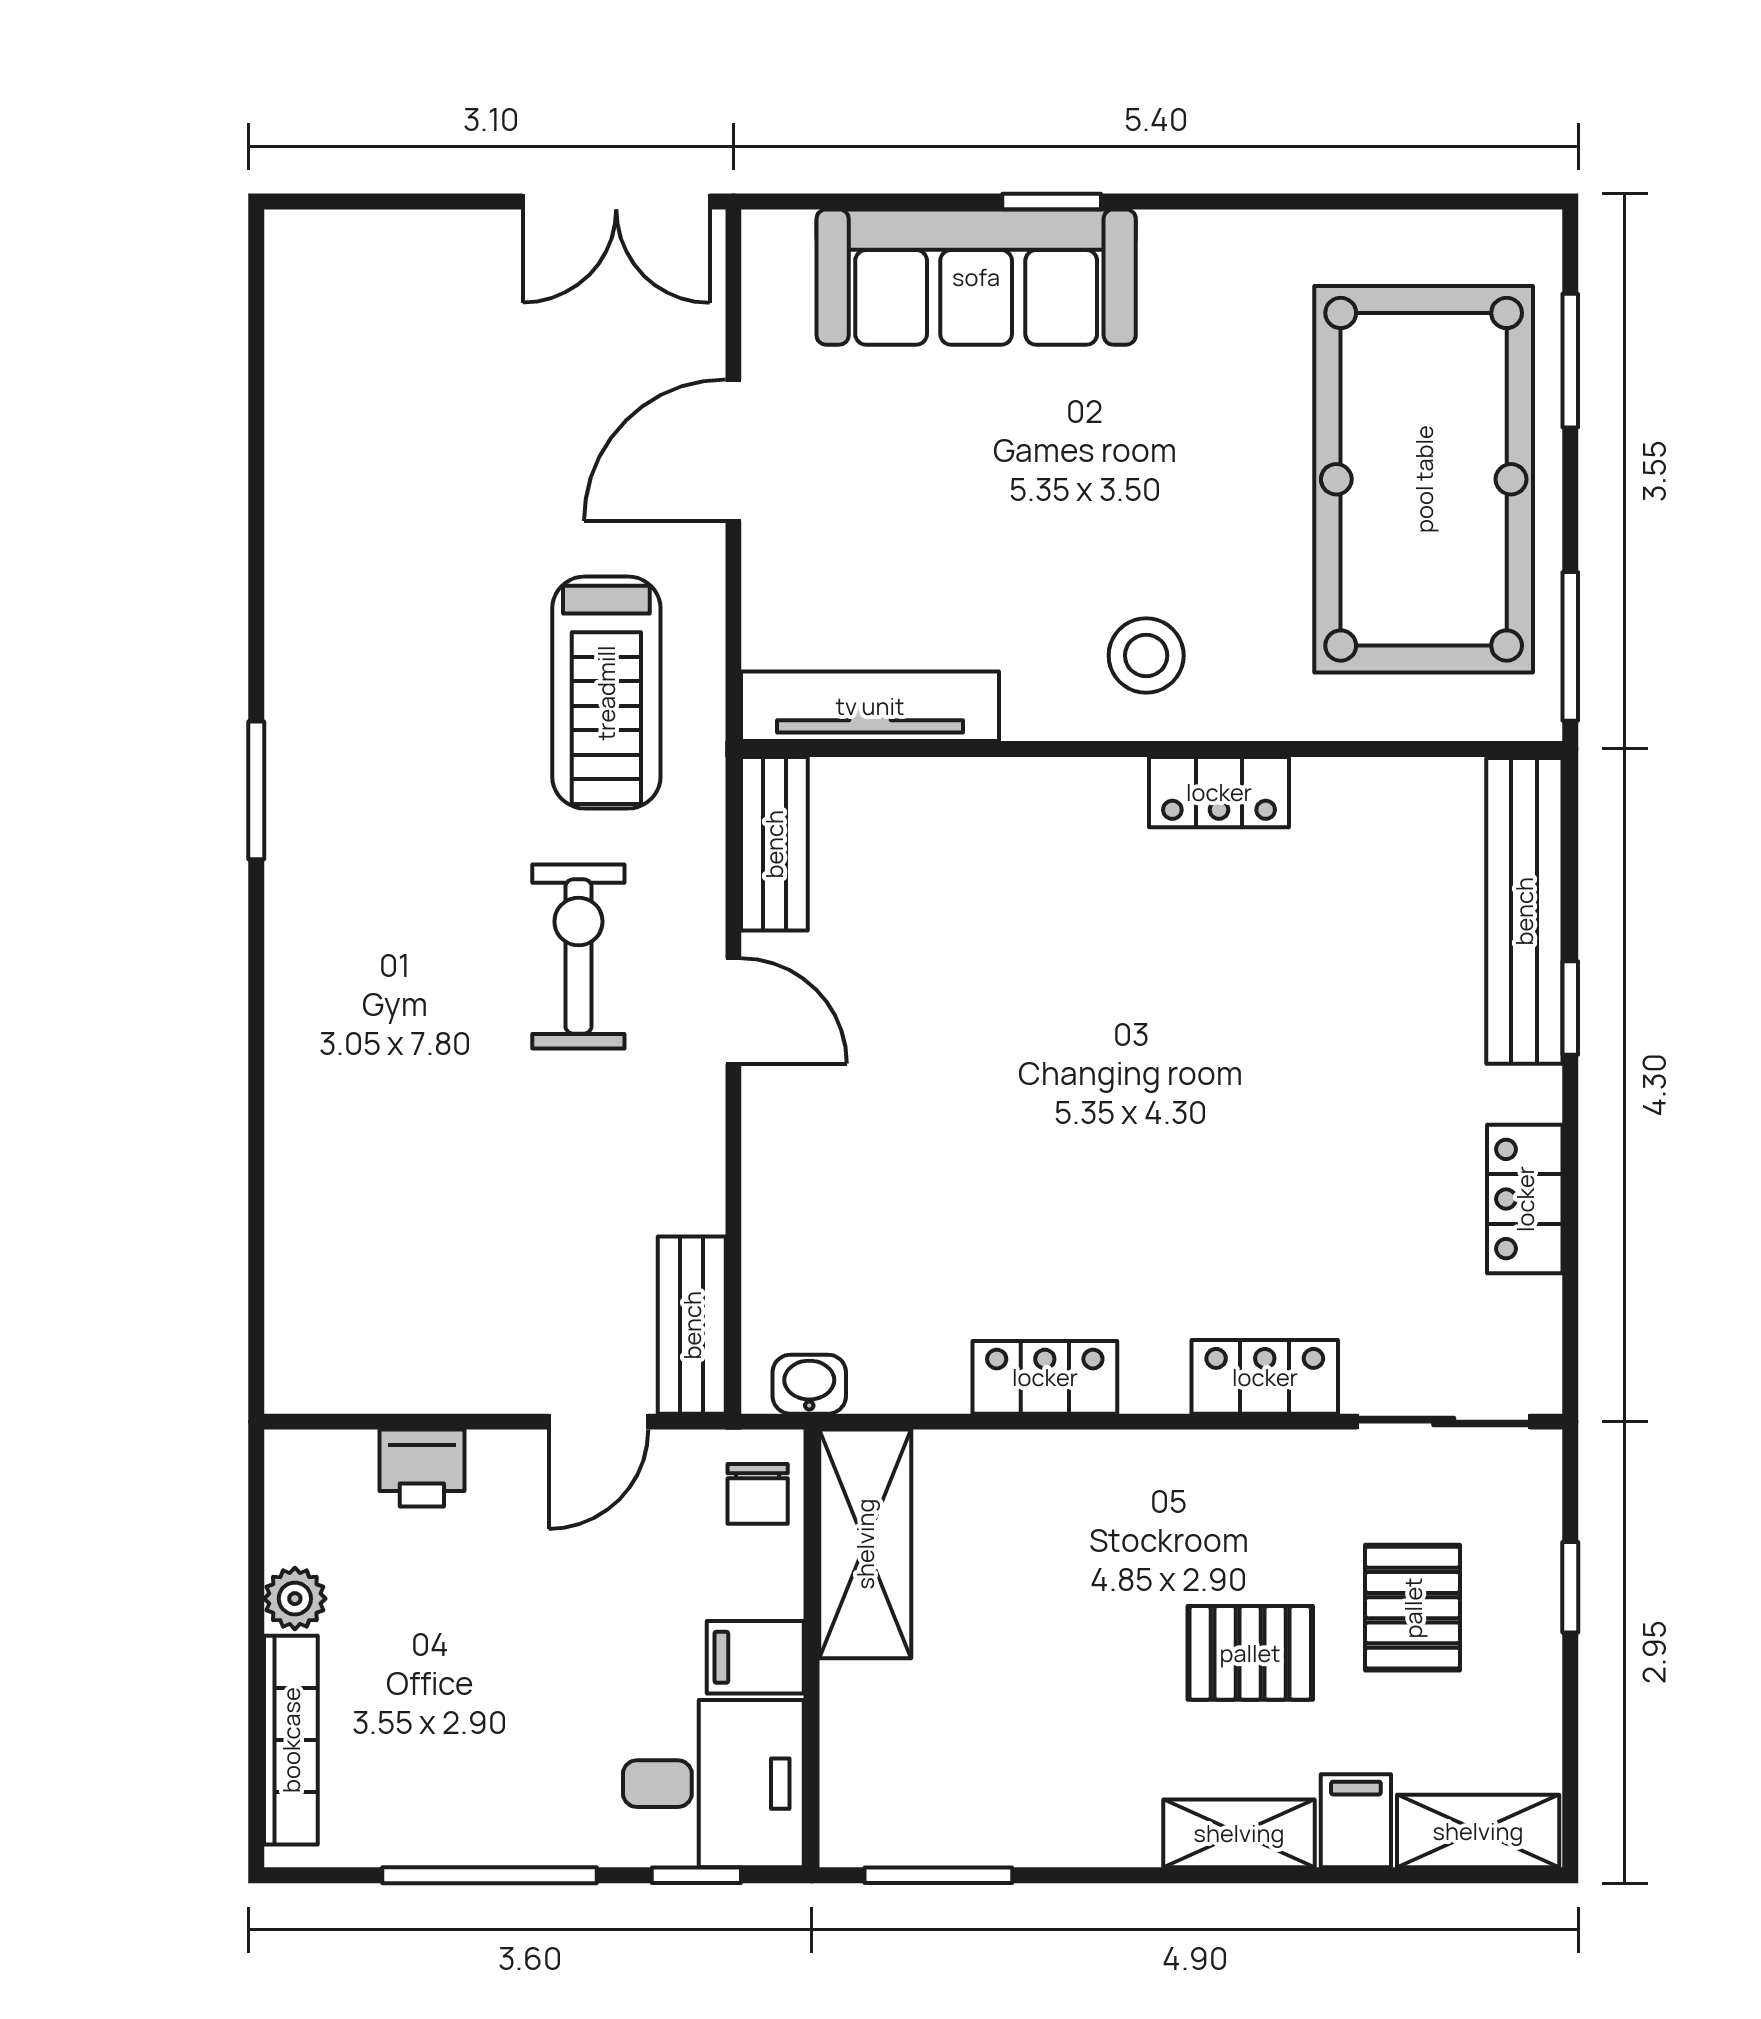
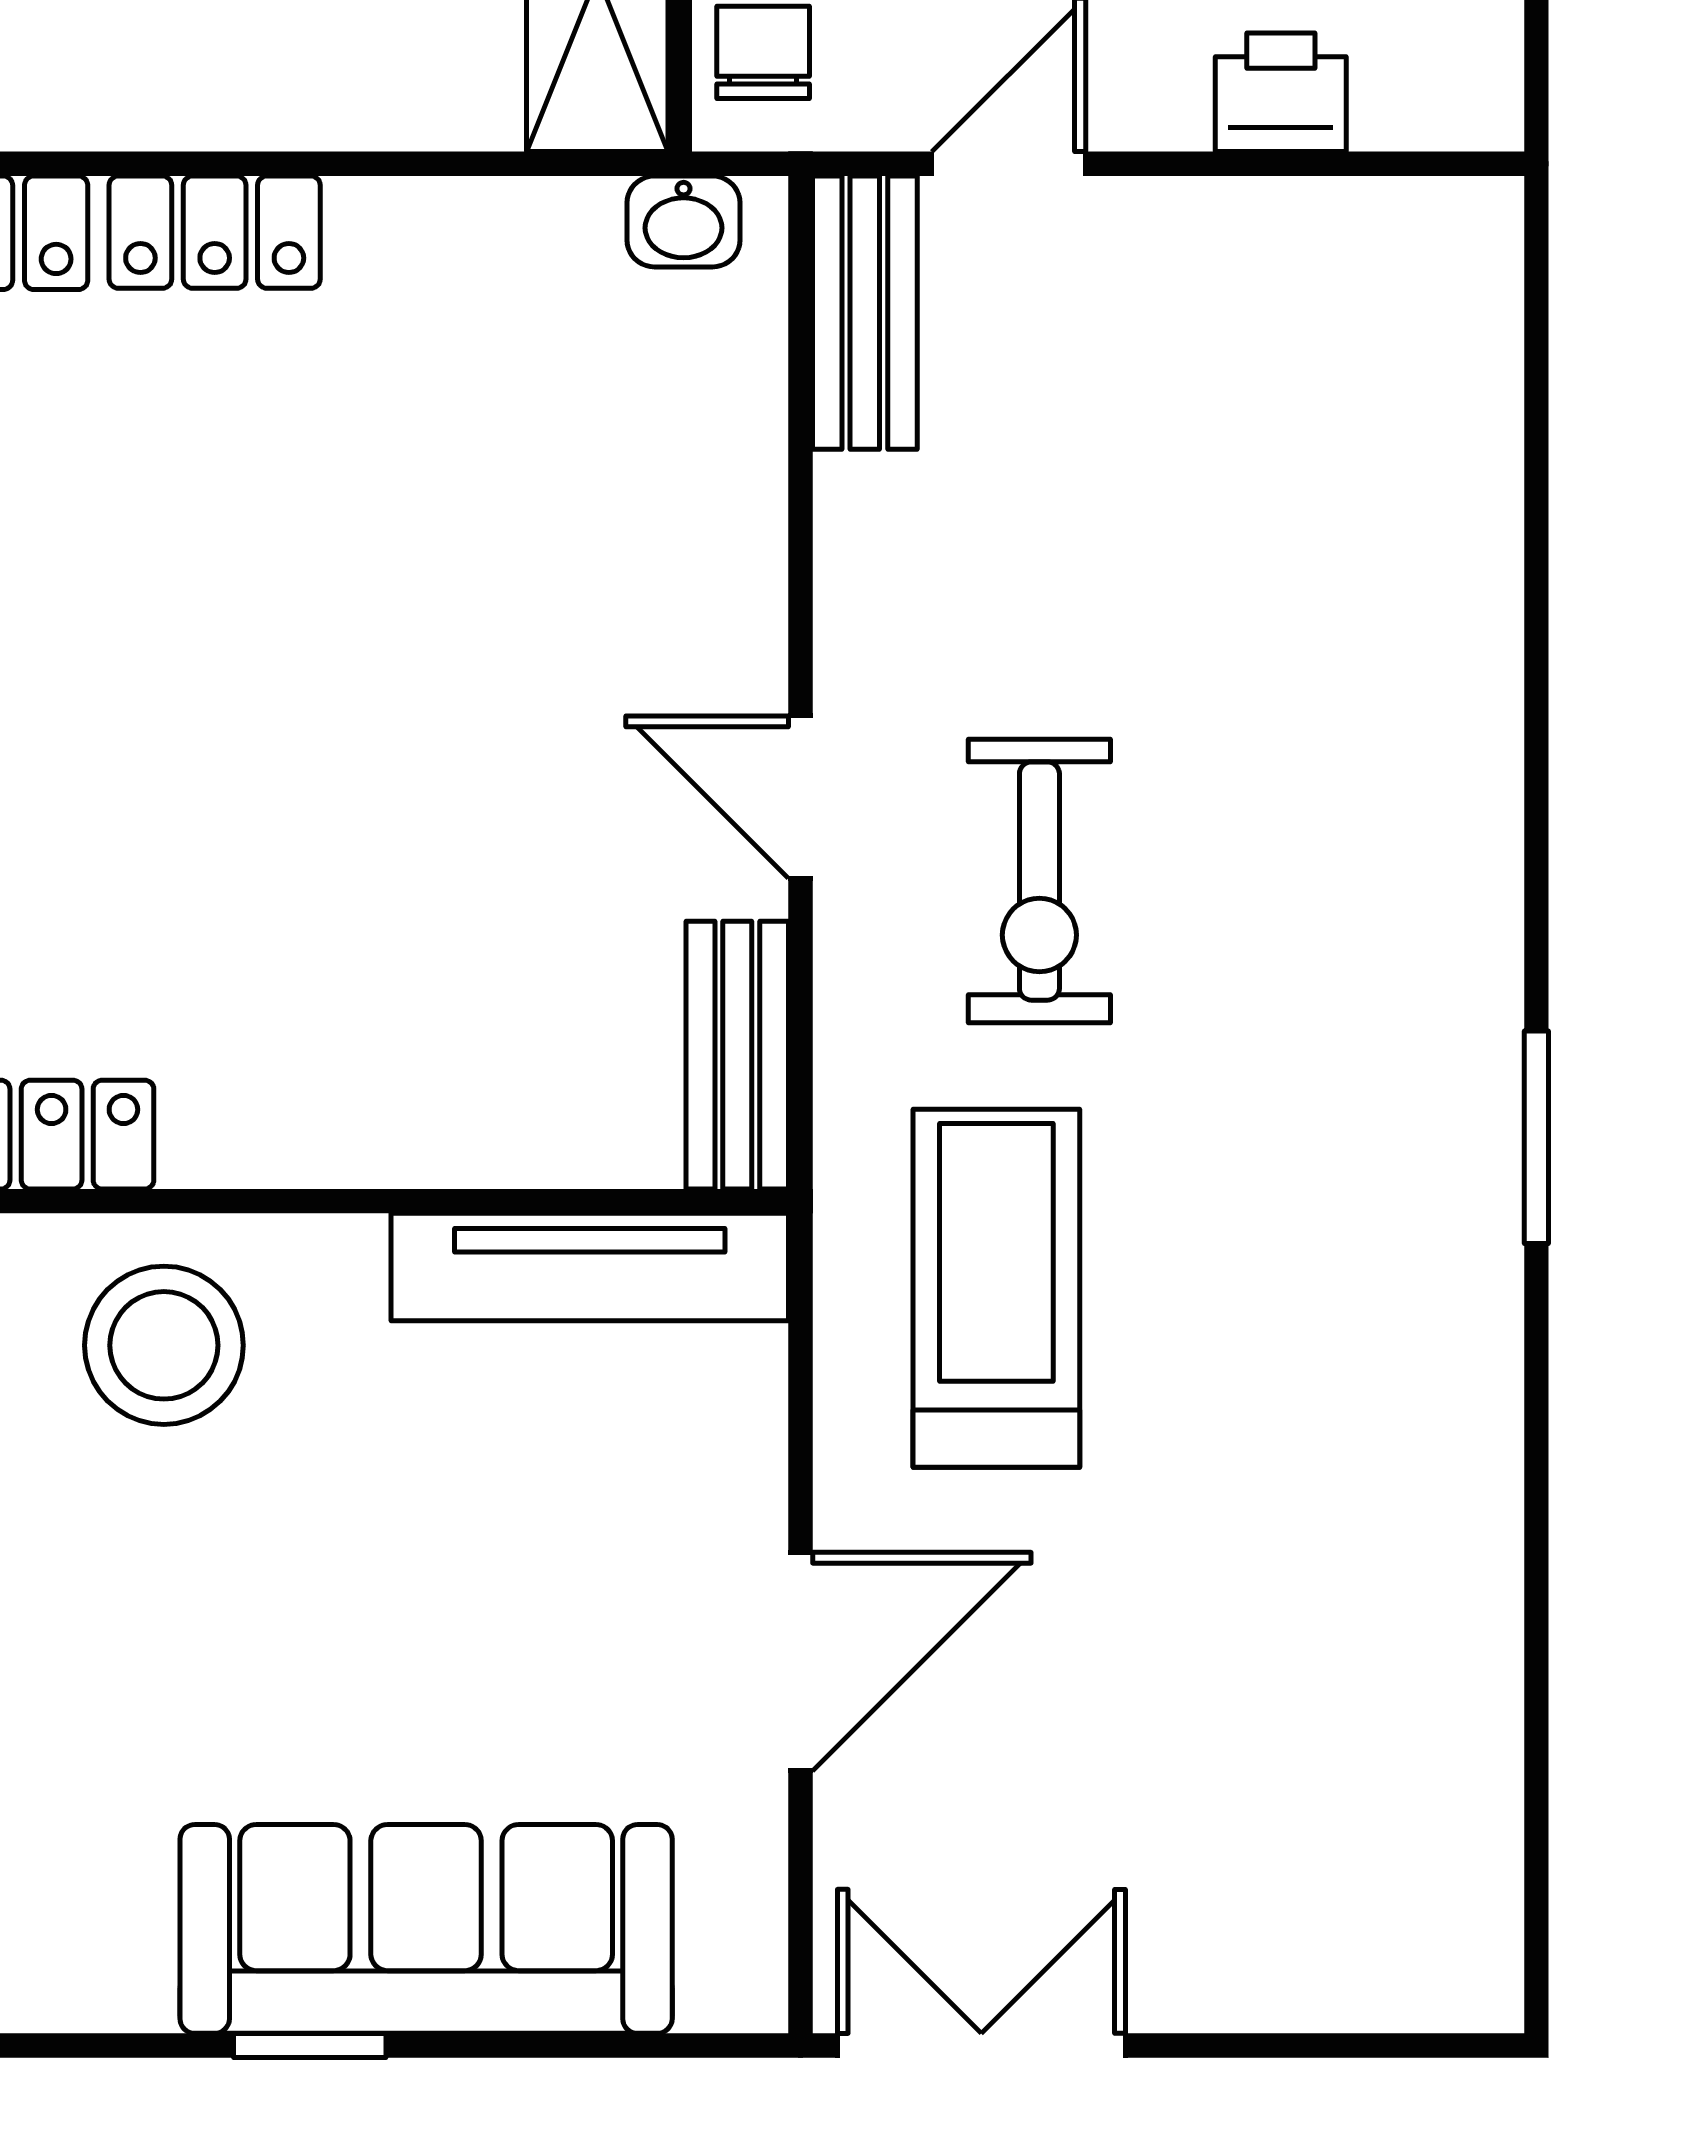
stool: (1146, 655) -> (164, 1345), width x1.38, depth x1.38
locker: (1045, 1377) -> (215, 232), moved

